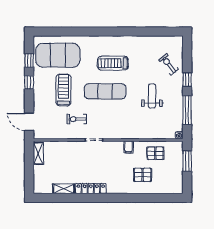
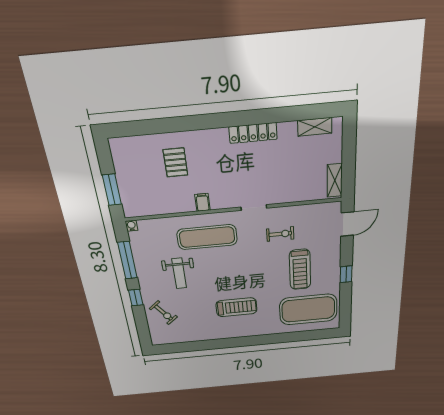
window: (29, 61) -> (345, 300), removed
exercise mat: (105, 91) -> (207, 237), moved
door: (29, 122) -> (347, 224), hinge flipped
pallet: (155, 153) -> (161, 197), removed
pallet: (143, 175) -> (175, 162), turned 90
shelving: (64, 189) -> (315, 127), moved

